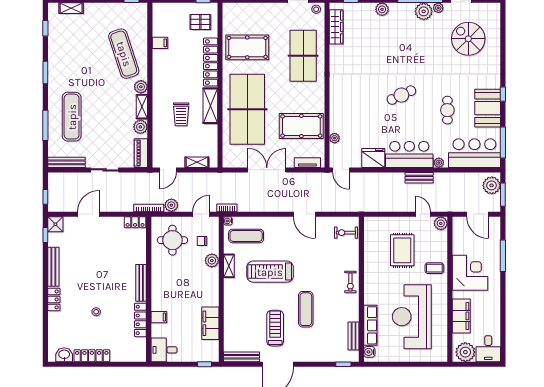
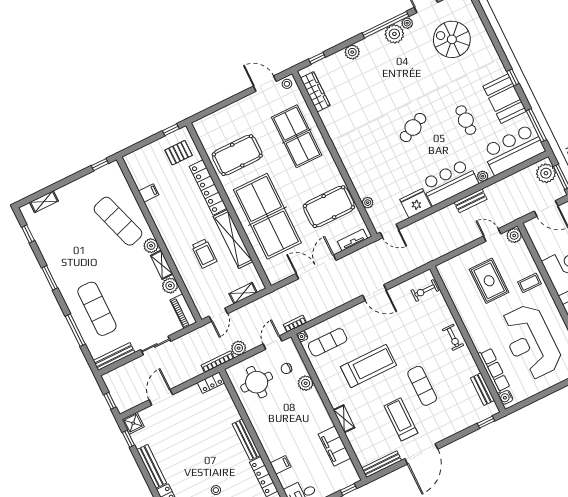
shelving: (210, 106) -> (233, 239), width x1.47
shelving: (229, 266) -> (344, 419), moved
treadmill: (270, 272) -> (368, 366), turned 180

